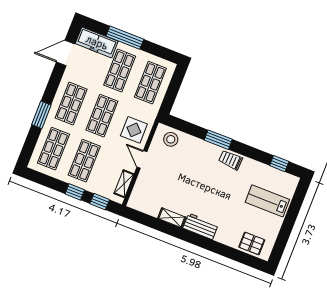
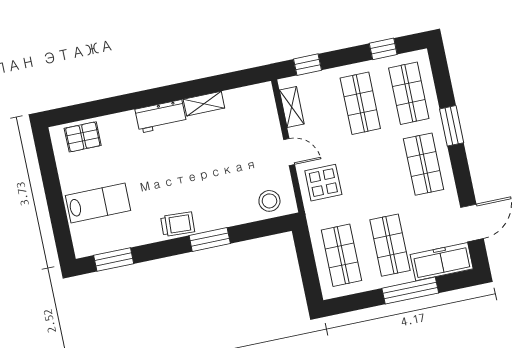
shop shelf: (102, 116) -> (375, 174), removed
window: (279, 164) -> (114, 260), width x1.50
window: (75, 192) -> (383, 49), moved

